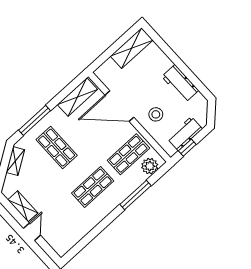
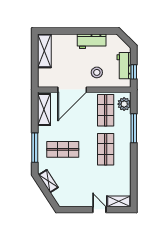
shelving: (23, 206) -> (119, 201), moved

